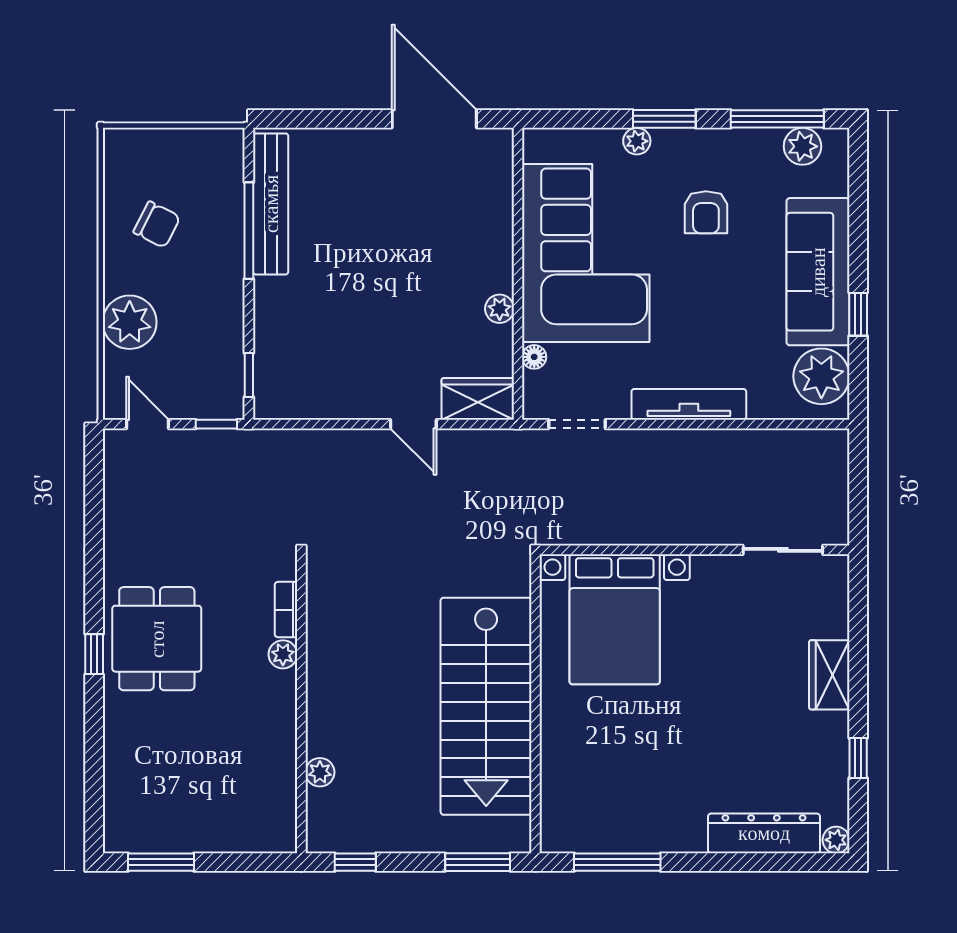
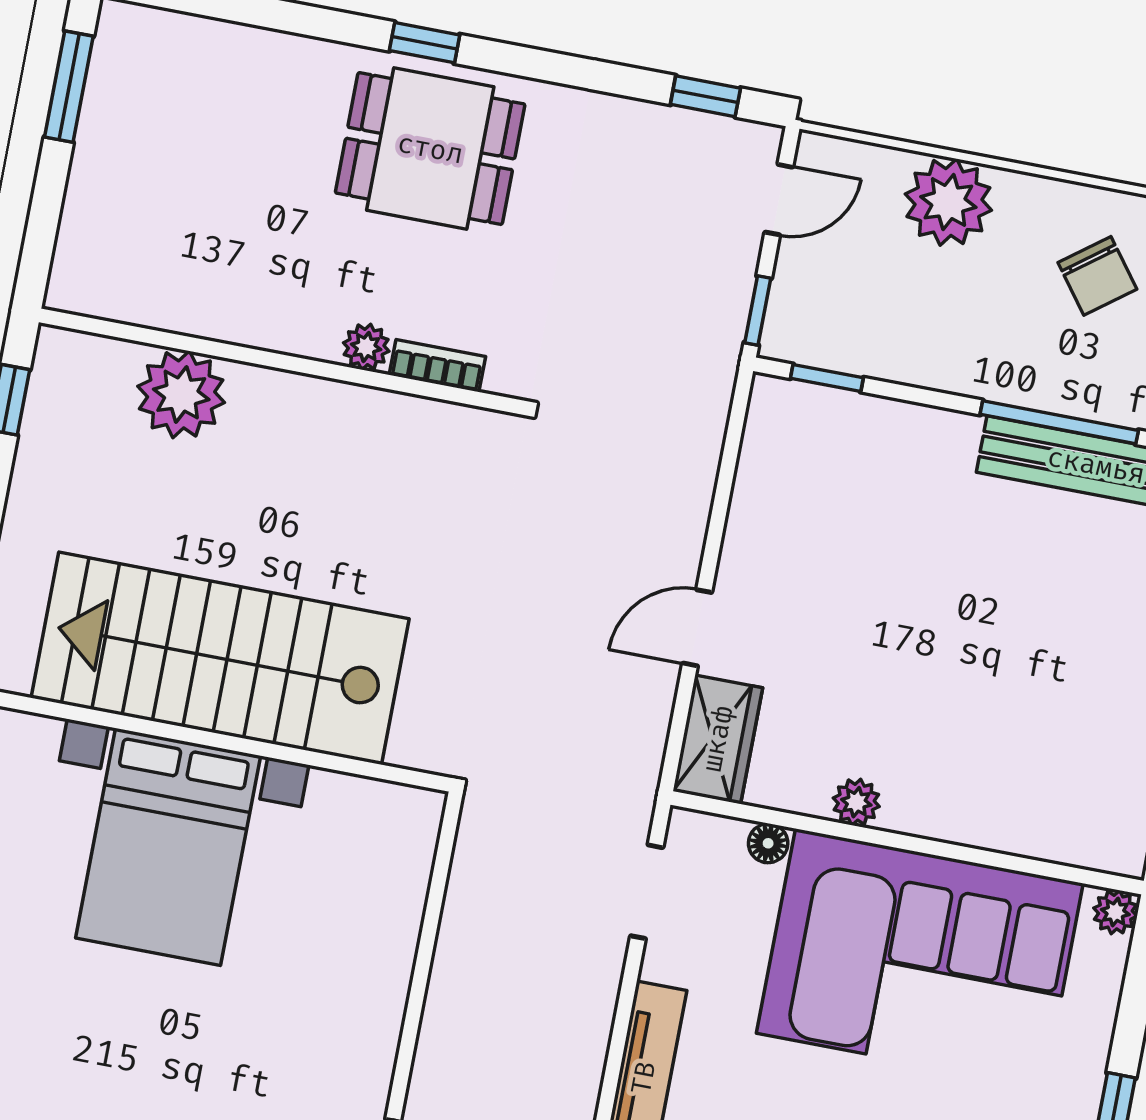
plant: (637, 141) -> (1115, 912), moved
chair: (157, 225) -> (1097, 276), turned -64
window: (94, 480) -> (705, 96), added
bed with nightstands: (615, 619) -> (168, 847), moved, turned -90
plant: (320, 772) -> (181, 394), width x1.88, depth x1.88

